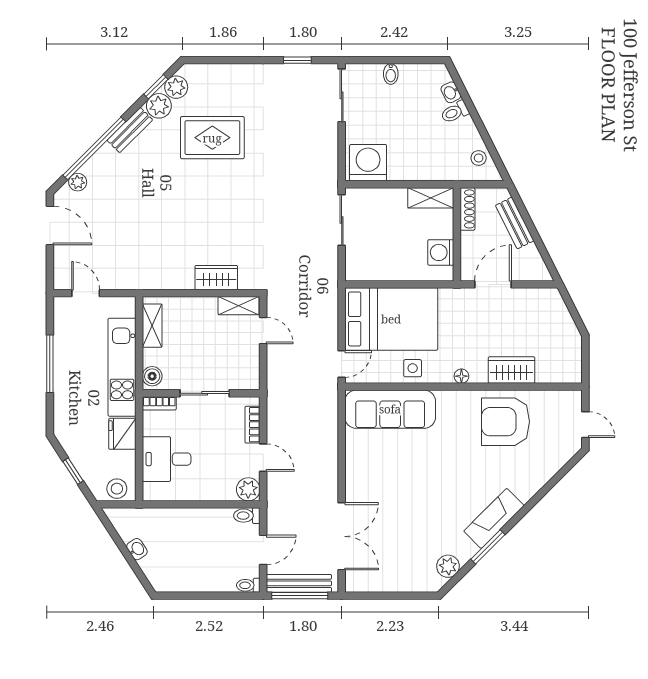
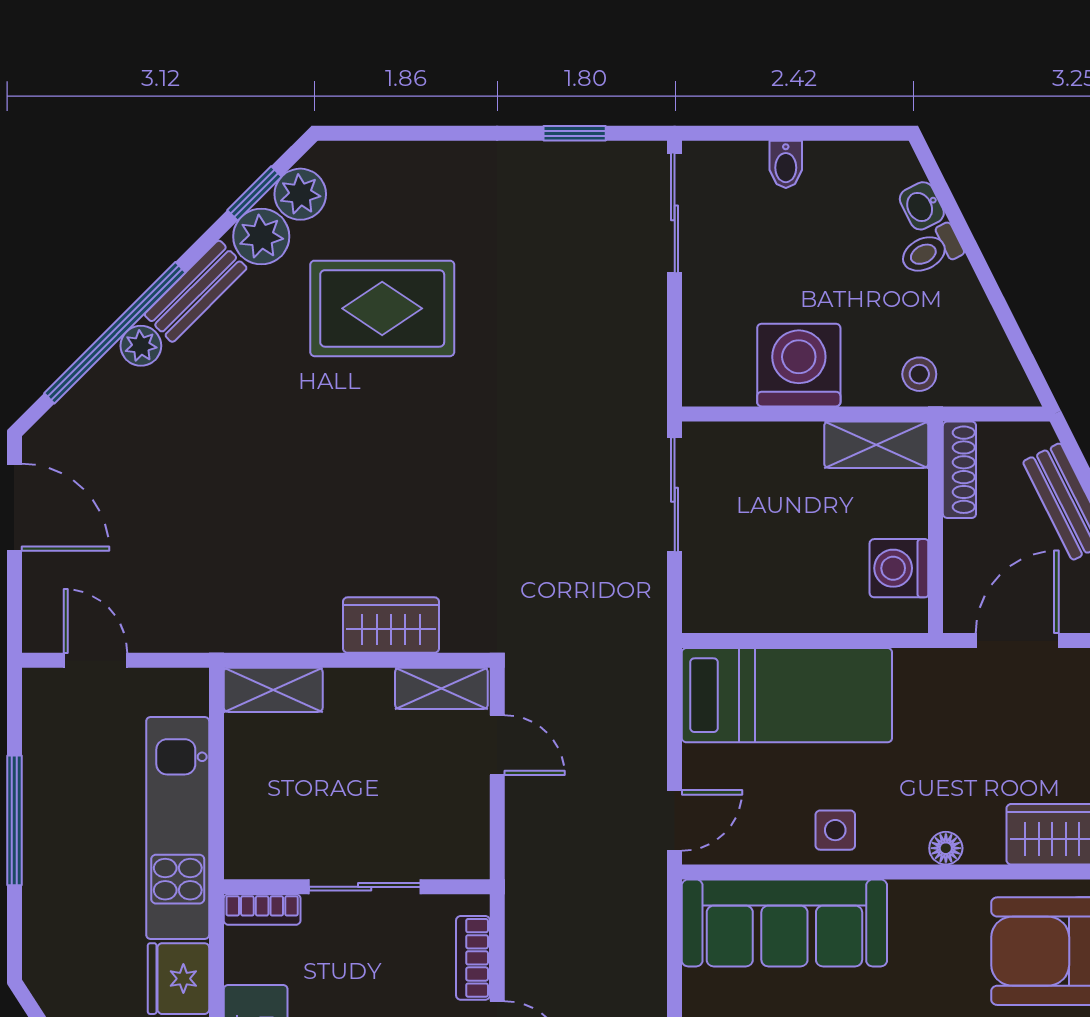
stool: (479, 158) -> (919, 374), moved
washing machine: (368, 163) -> (799, 365), moved
plant: (78, 182) -> (141, 346), moved
bed: (391, 319) -> (787, 695), width x0.67
shelving: (152, 326) -> (273, 690), moved, turned 90
boiler: (152, 376) -> (246, 848), removed

